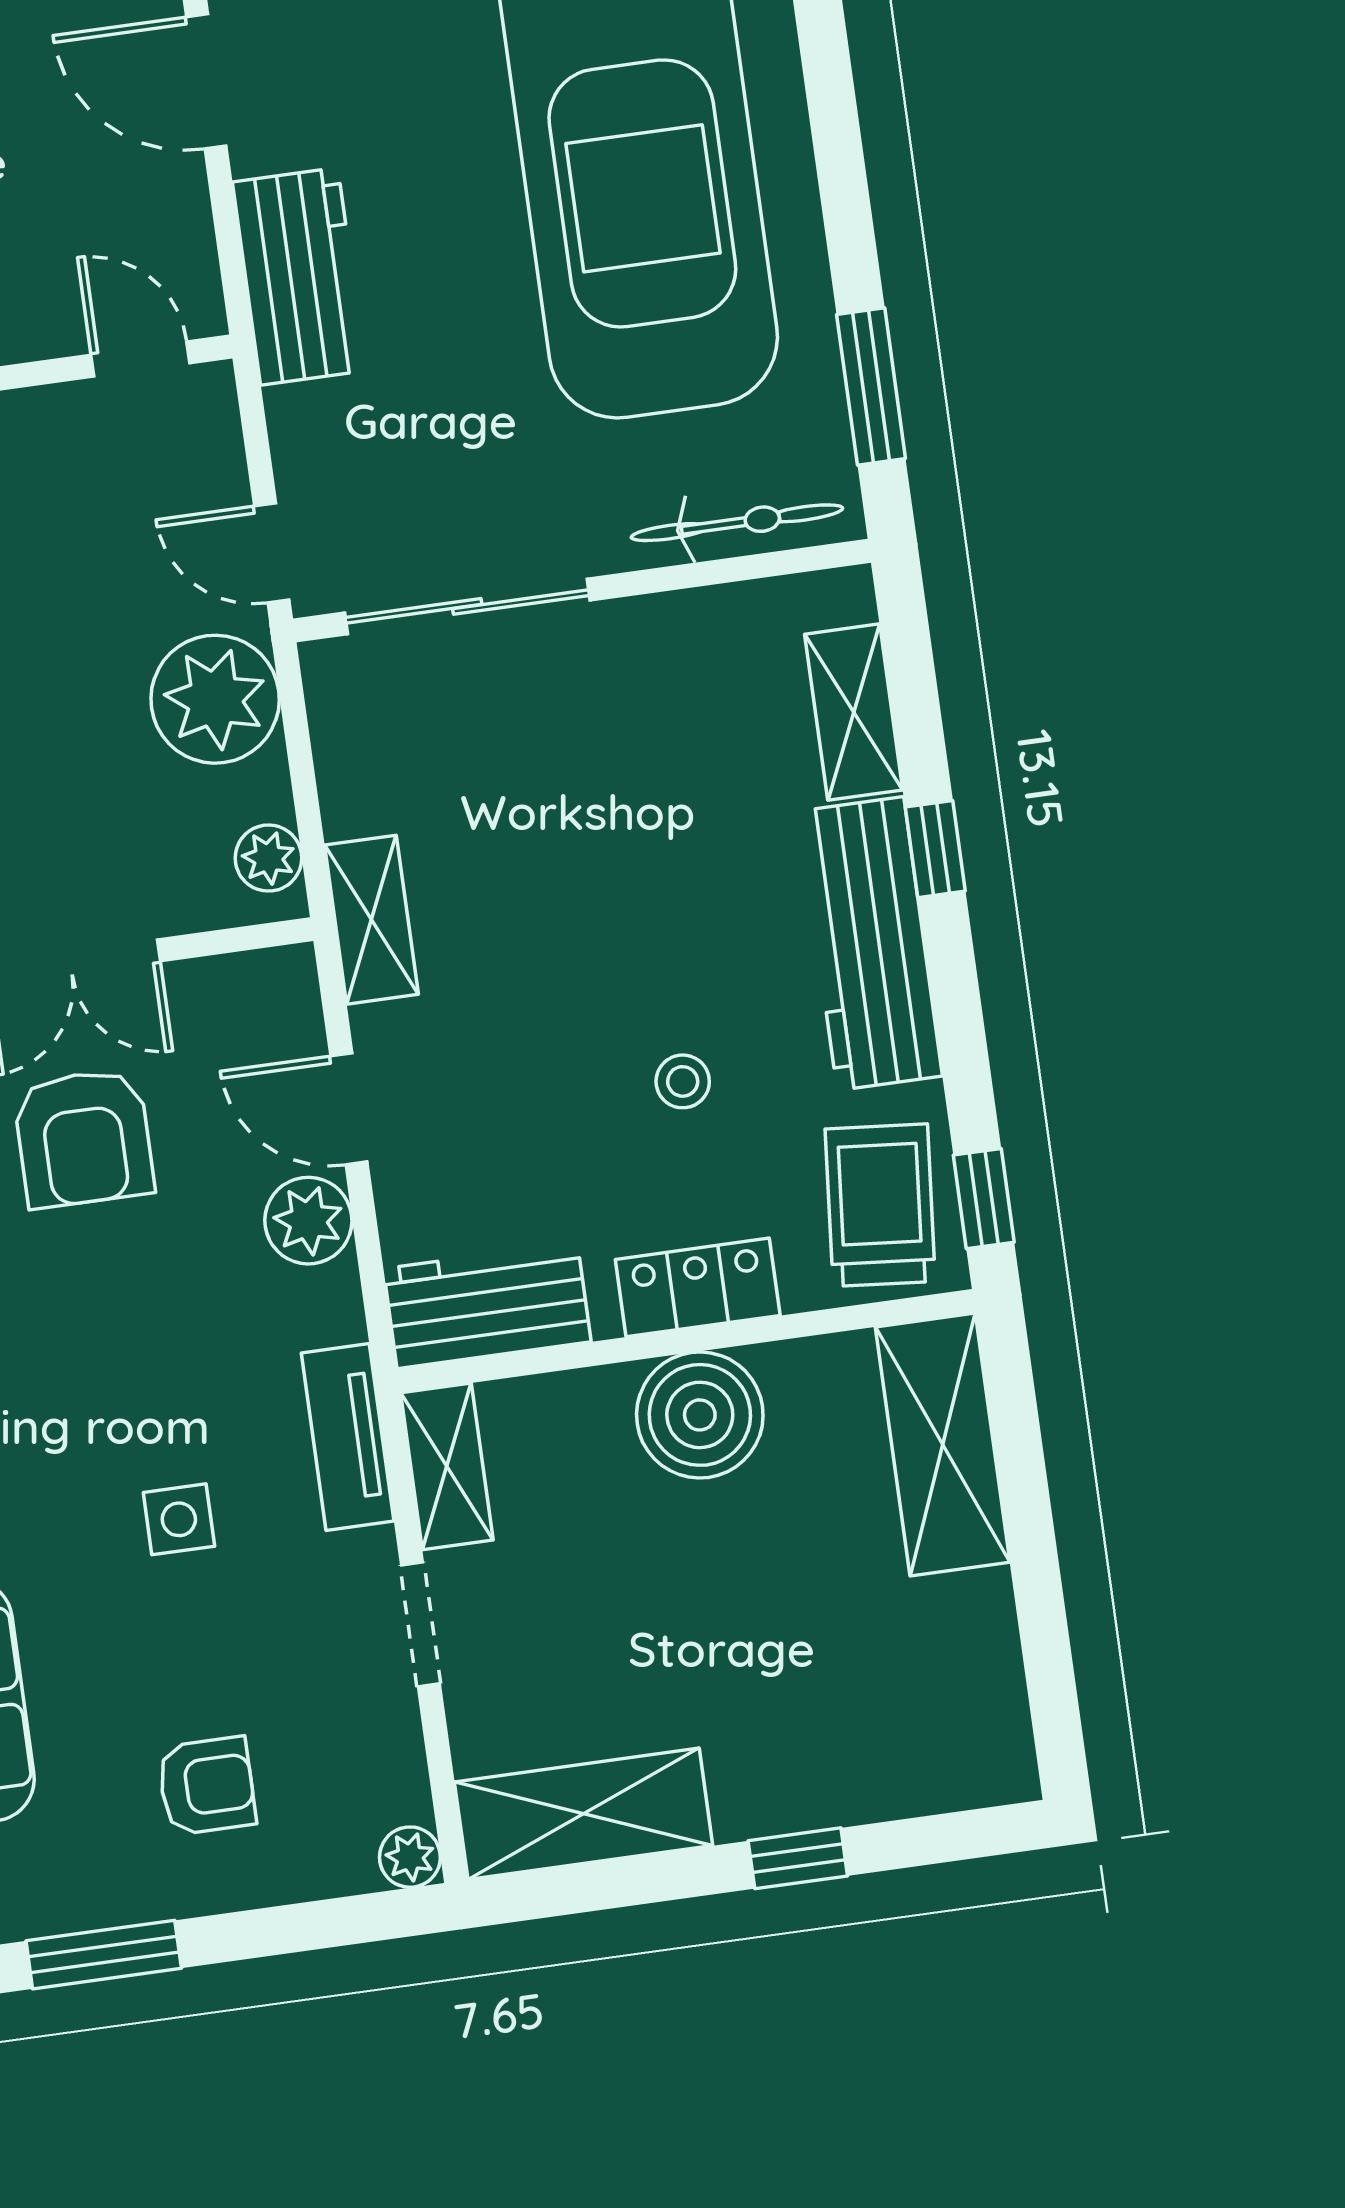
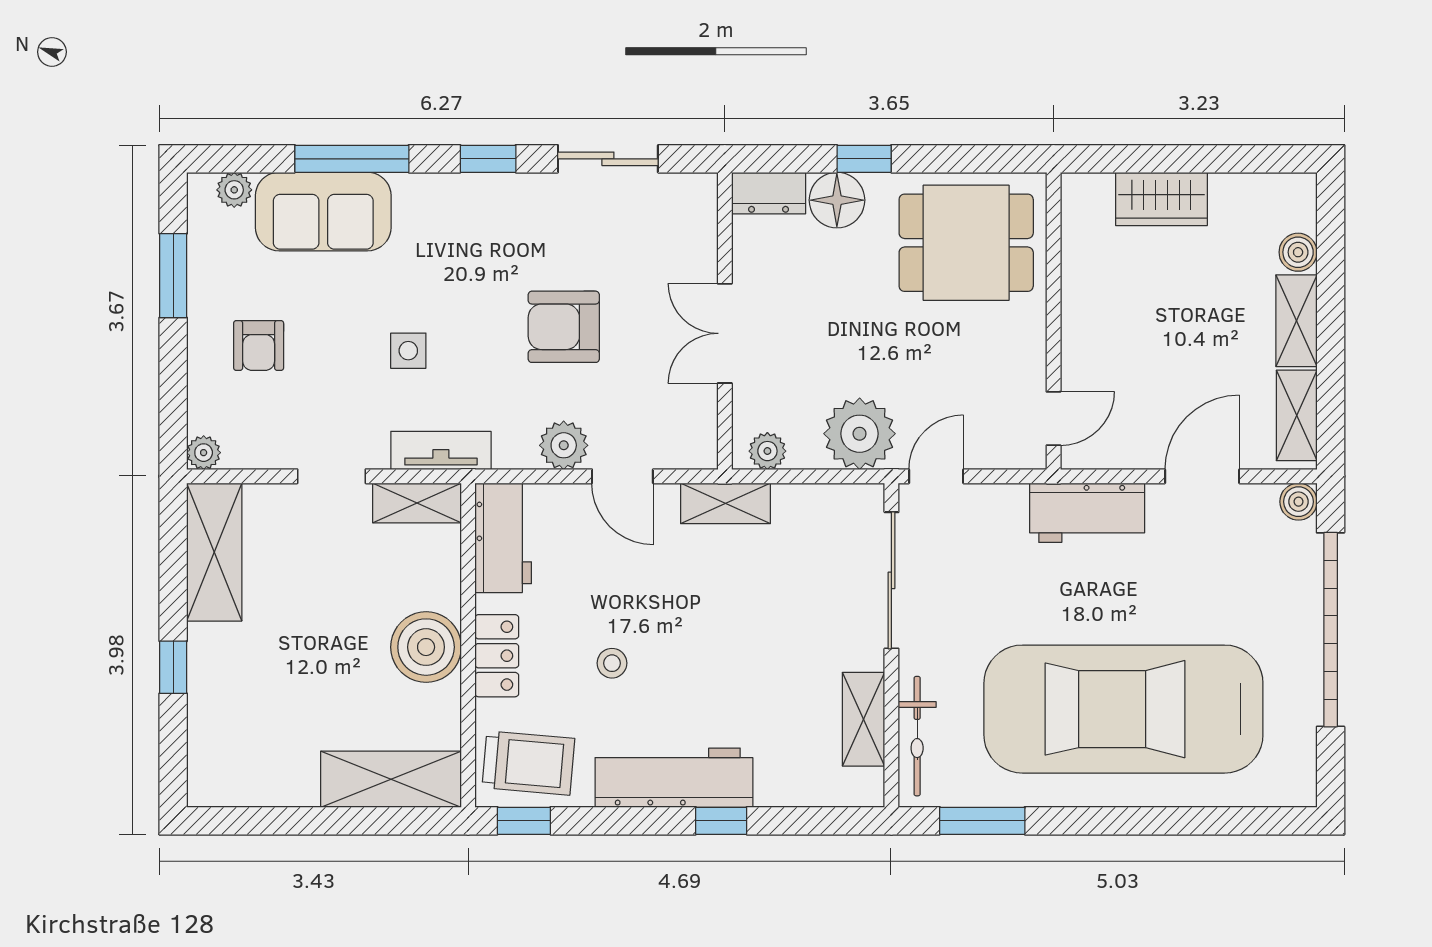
shelving: (854, 712) -> (864, 719), moved, turned 90
door: (349, 1109) -> (622, 476), swing flipped
armchair: (84, 1138) -> (564, 327), moved

